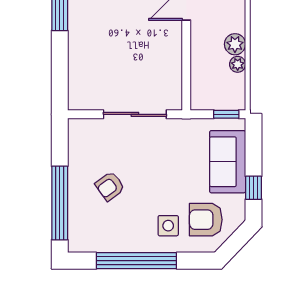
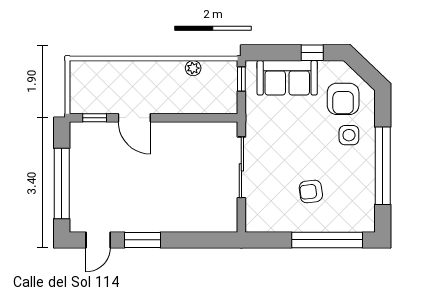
plant: (235, 44) -> (174, 71), removed
armchair: (110, 186) -> (311, 191), turned 119

